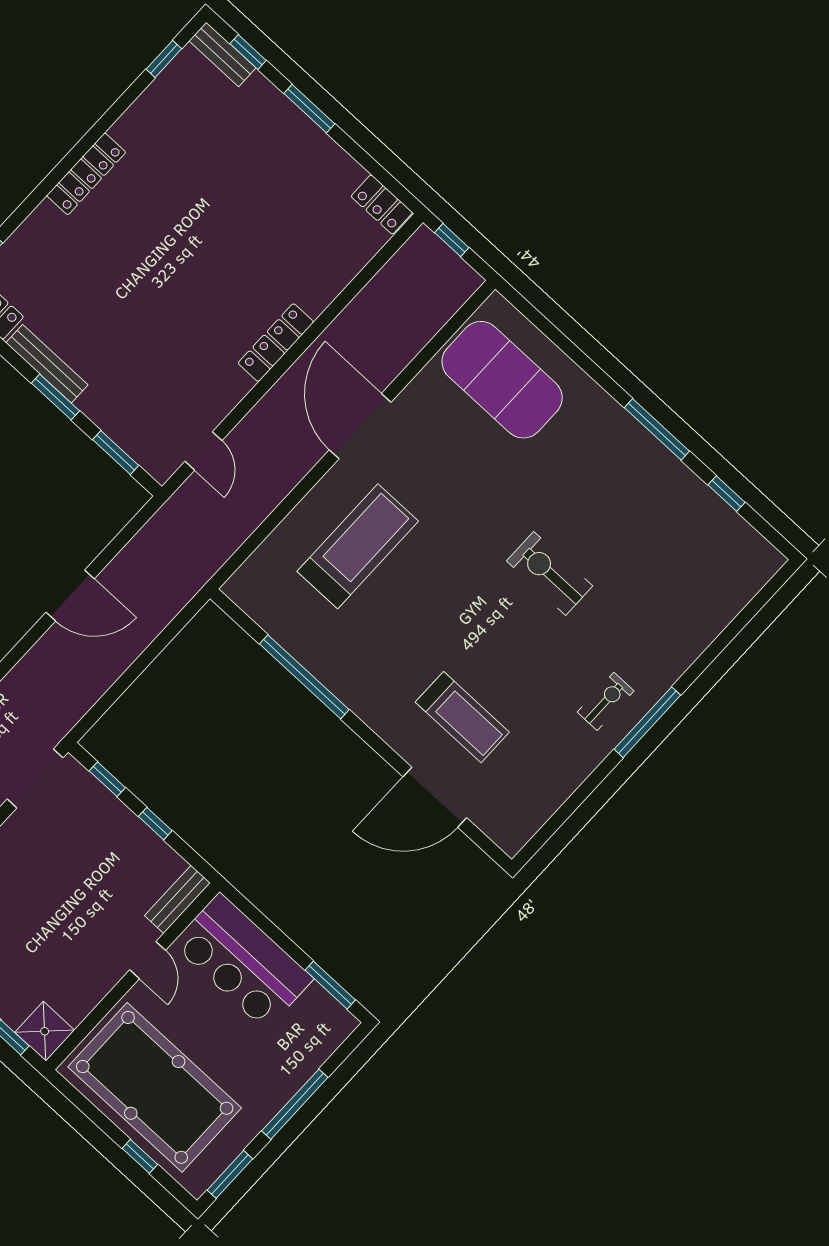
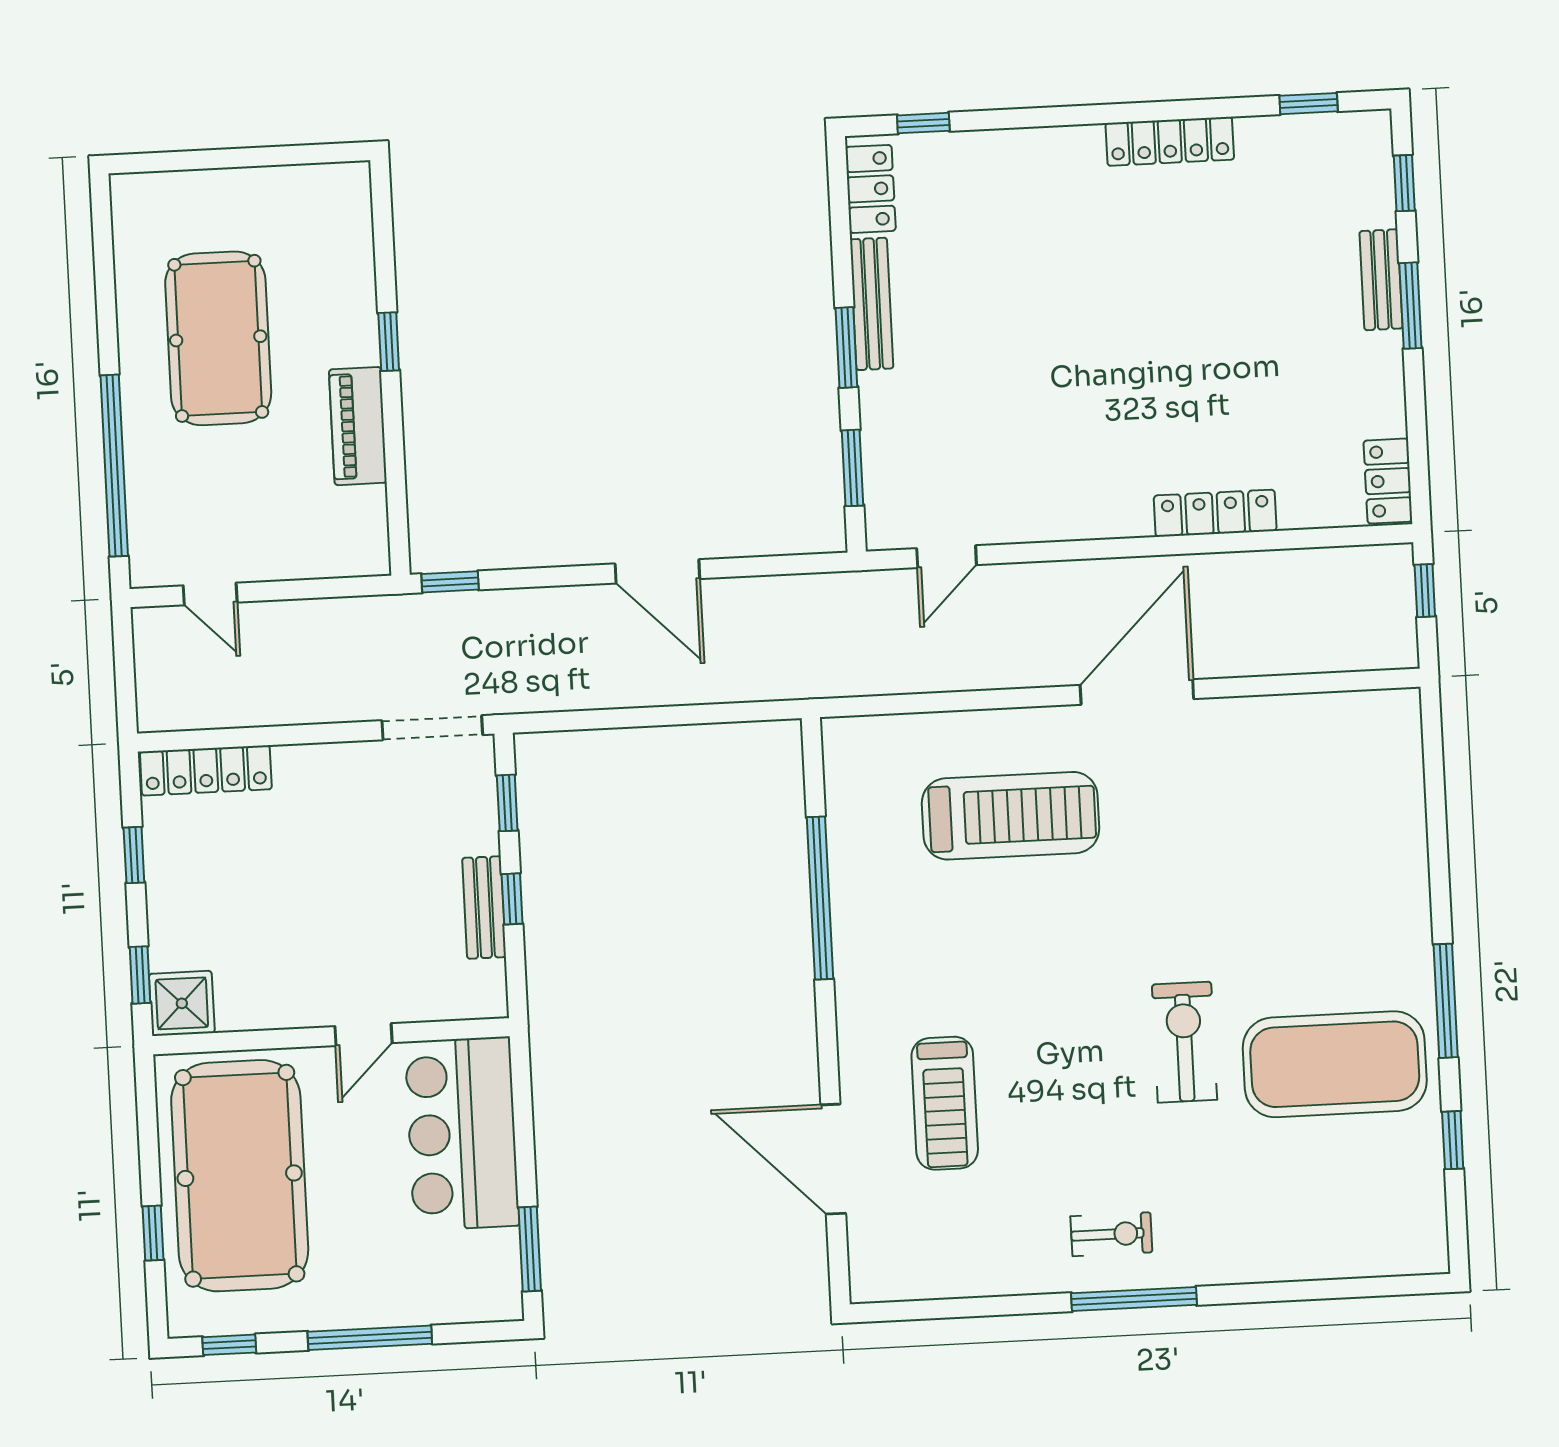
bench: (222, 54) -> (1381, 280), moved
locker: (86, 174) -> (1170, 141), moved
locker: (276, 343) -> (1215, 513), moved
exercise mat: (502, 380) -> (1335, 1064), moved, turned 90
bench: (177, 899) -> (484, 907), moved, turned 90
window: (230, 1174) -> (229, 1345), width x0.67

